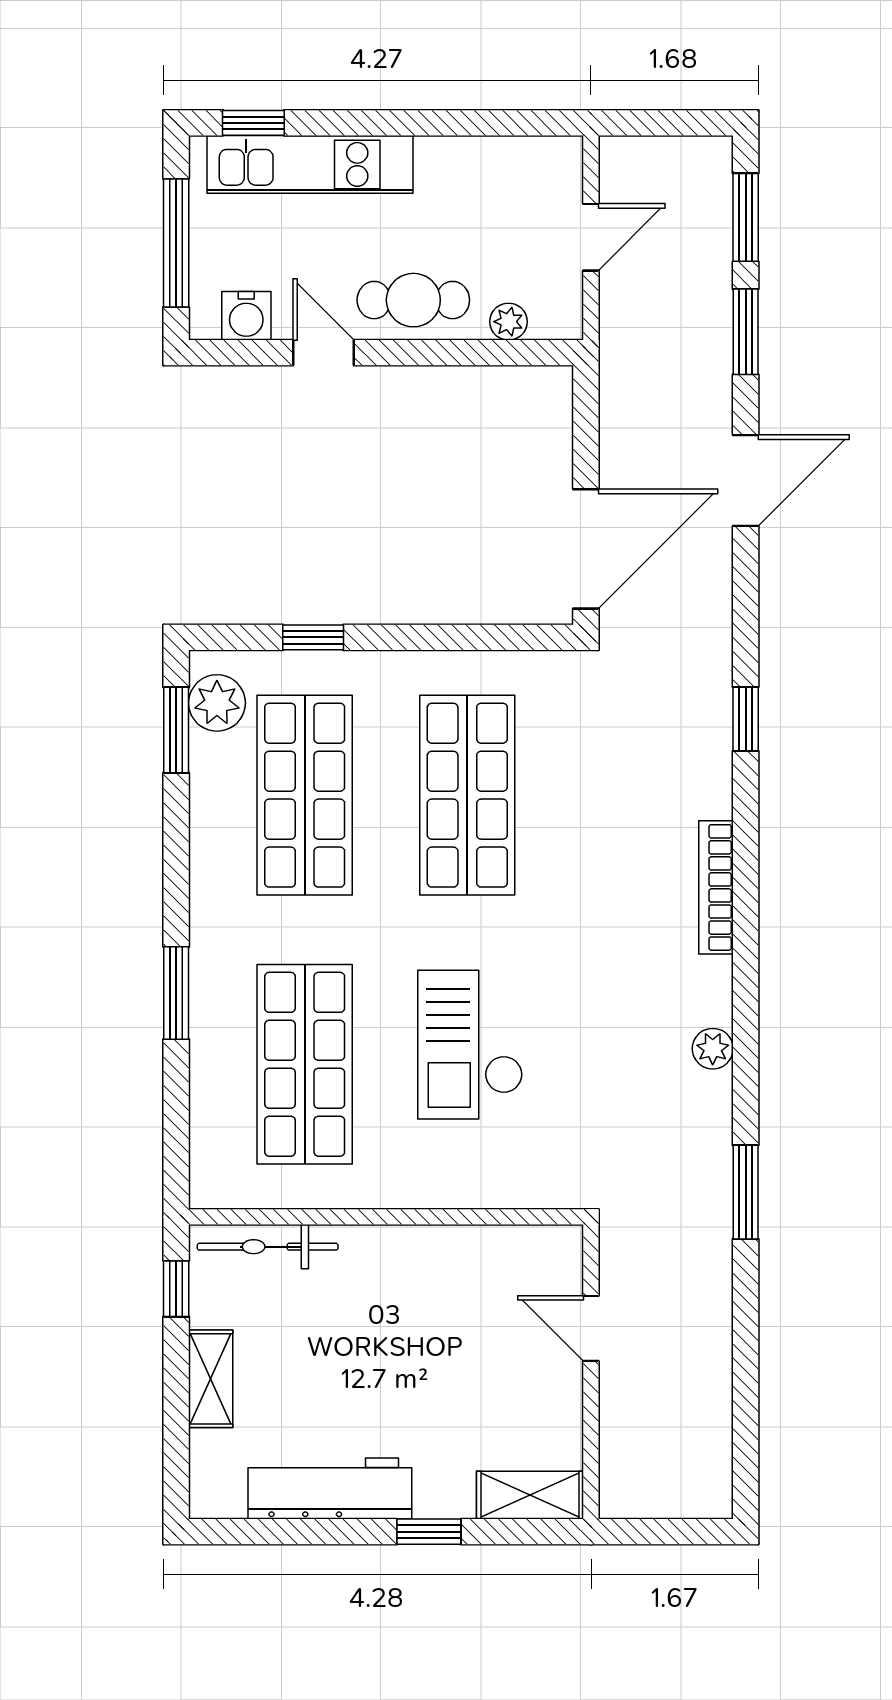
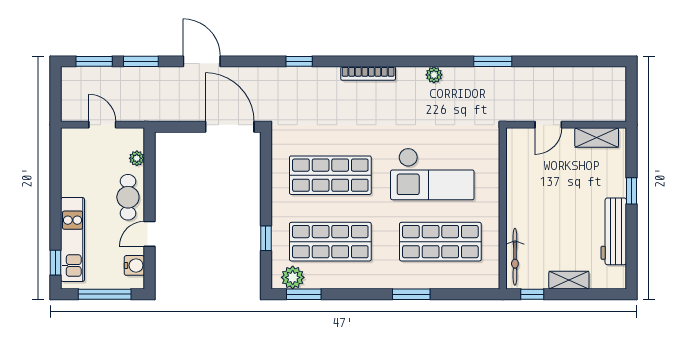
checkout: (470, 1045) -> (432, 174), width x1.36, depth x1.21
shelving: (530, 1495) -> (597, 138), moved, turned 90

